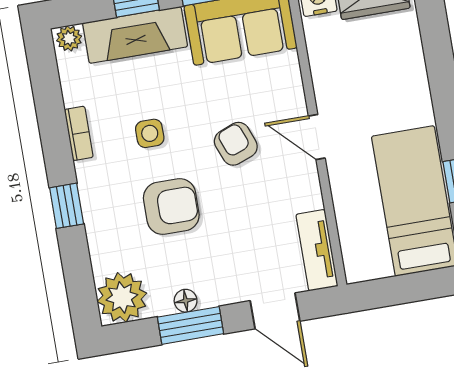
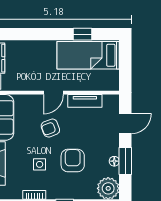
tv unit: (317, 250) -> (85, 101), moved

